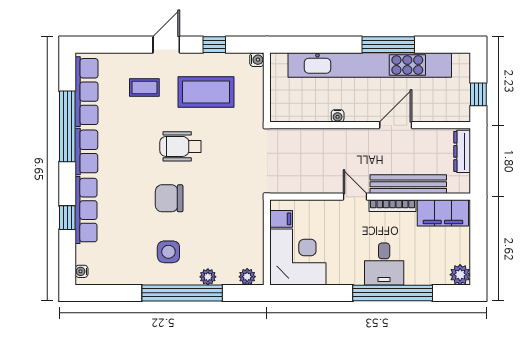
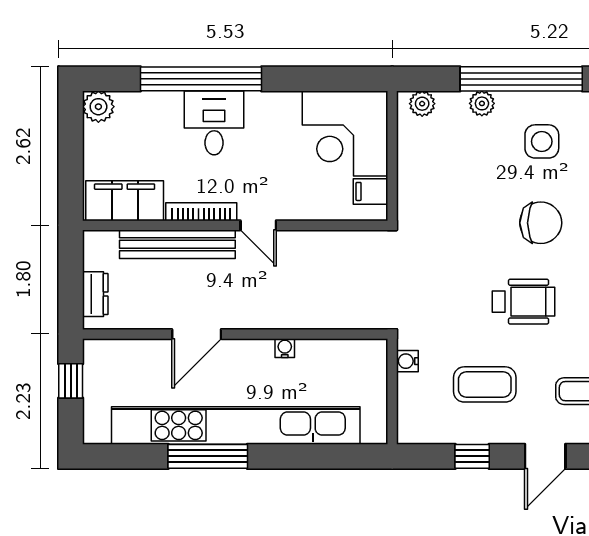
water cooler: (257, 60) -> (407, 361), moved
coffee table: (206, 92) -> (485, 384), width x0.73, depth x0.76
dresser: (462, 151) -> (95, 294), width x0.70

